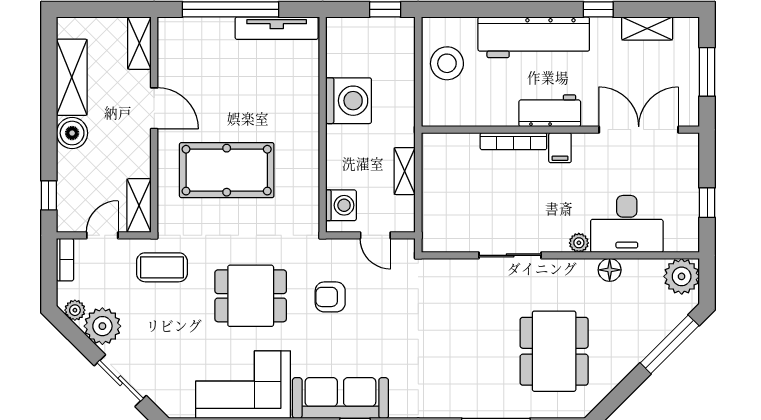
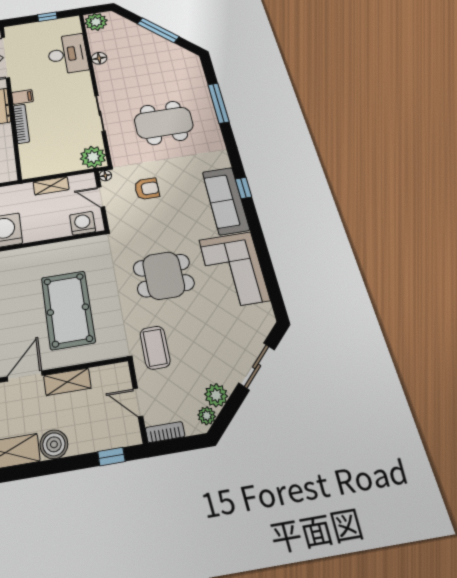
shelving: (139, 206) -> (67, 382), moved
door: (375, 235) -> (101, 197), swing flipped
plant: (579, 243) -> (93, 157), moved, width x1.87, depth x1.87
floor lamp: (407, 247) -> (105, 176), added
dining table: (251, 296) -> (164, 275), turned 90
armchair: (330, 297) -> (147, 189), moved, turned -90
plant: (102, 326) -> (216, 395), width x0.73, depth x0.73
window: (670, 344) -> (158, 30), moved
dining table: (554, 351) -> (164, 123), moved

